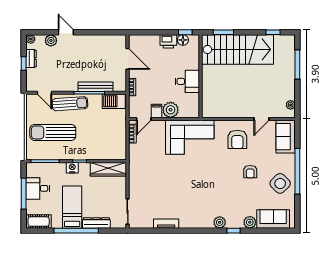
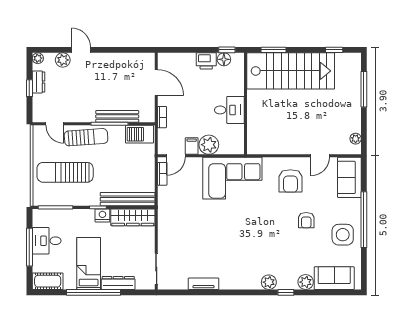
bench: (104, 154) -> (128, 199), added
nightstand: (72, 168) -> (102, 215), moved
side table: (280, 183) -> (343, 235), turned 45

